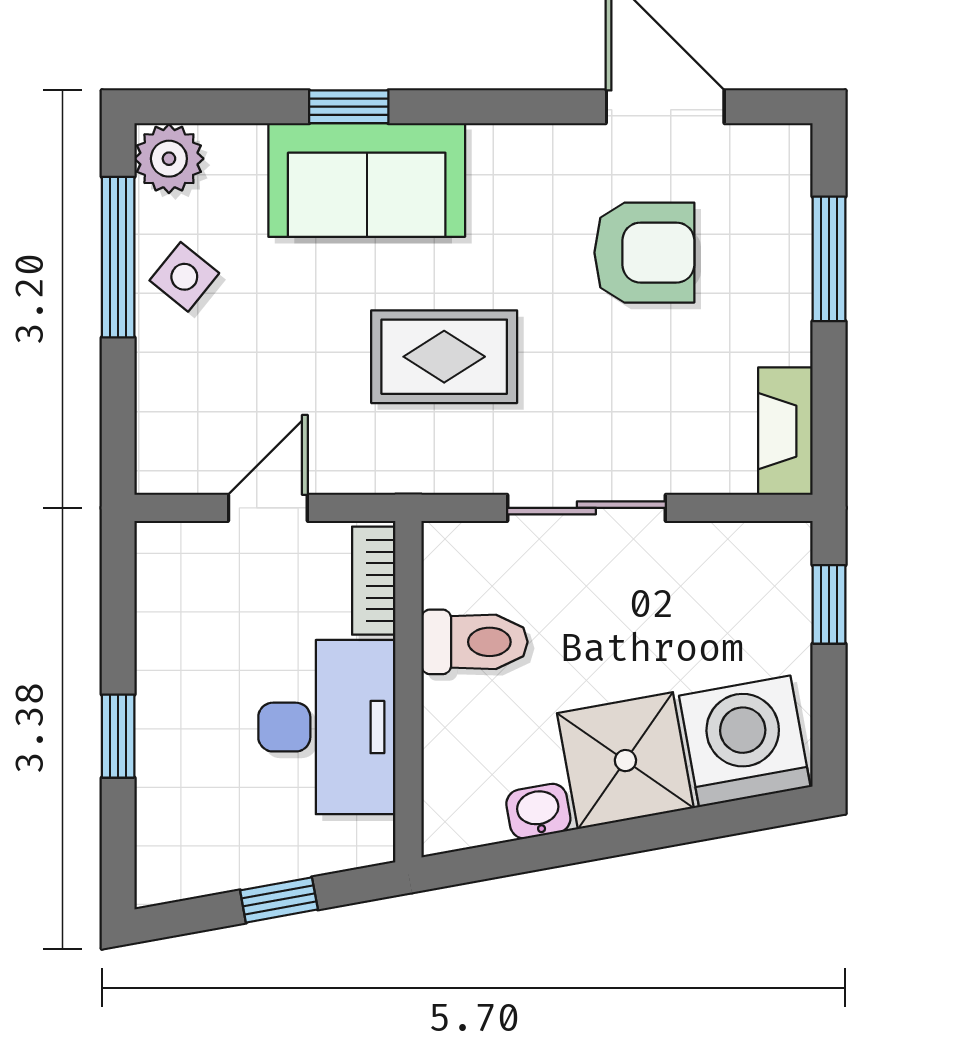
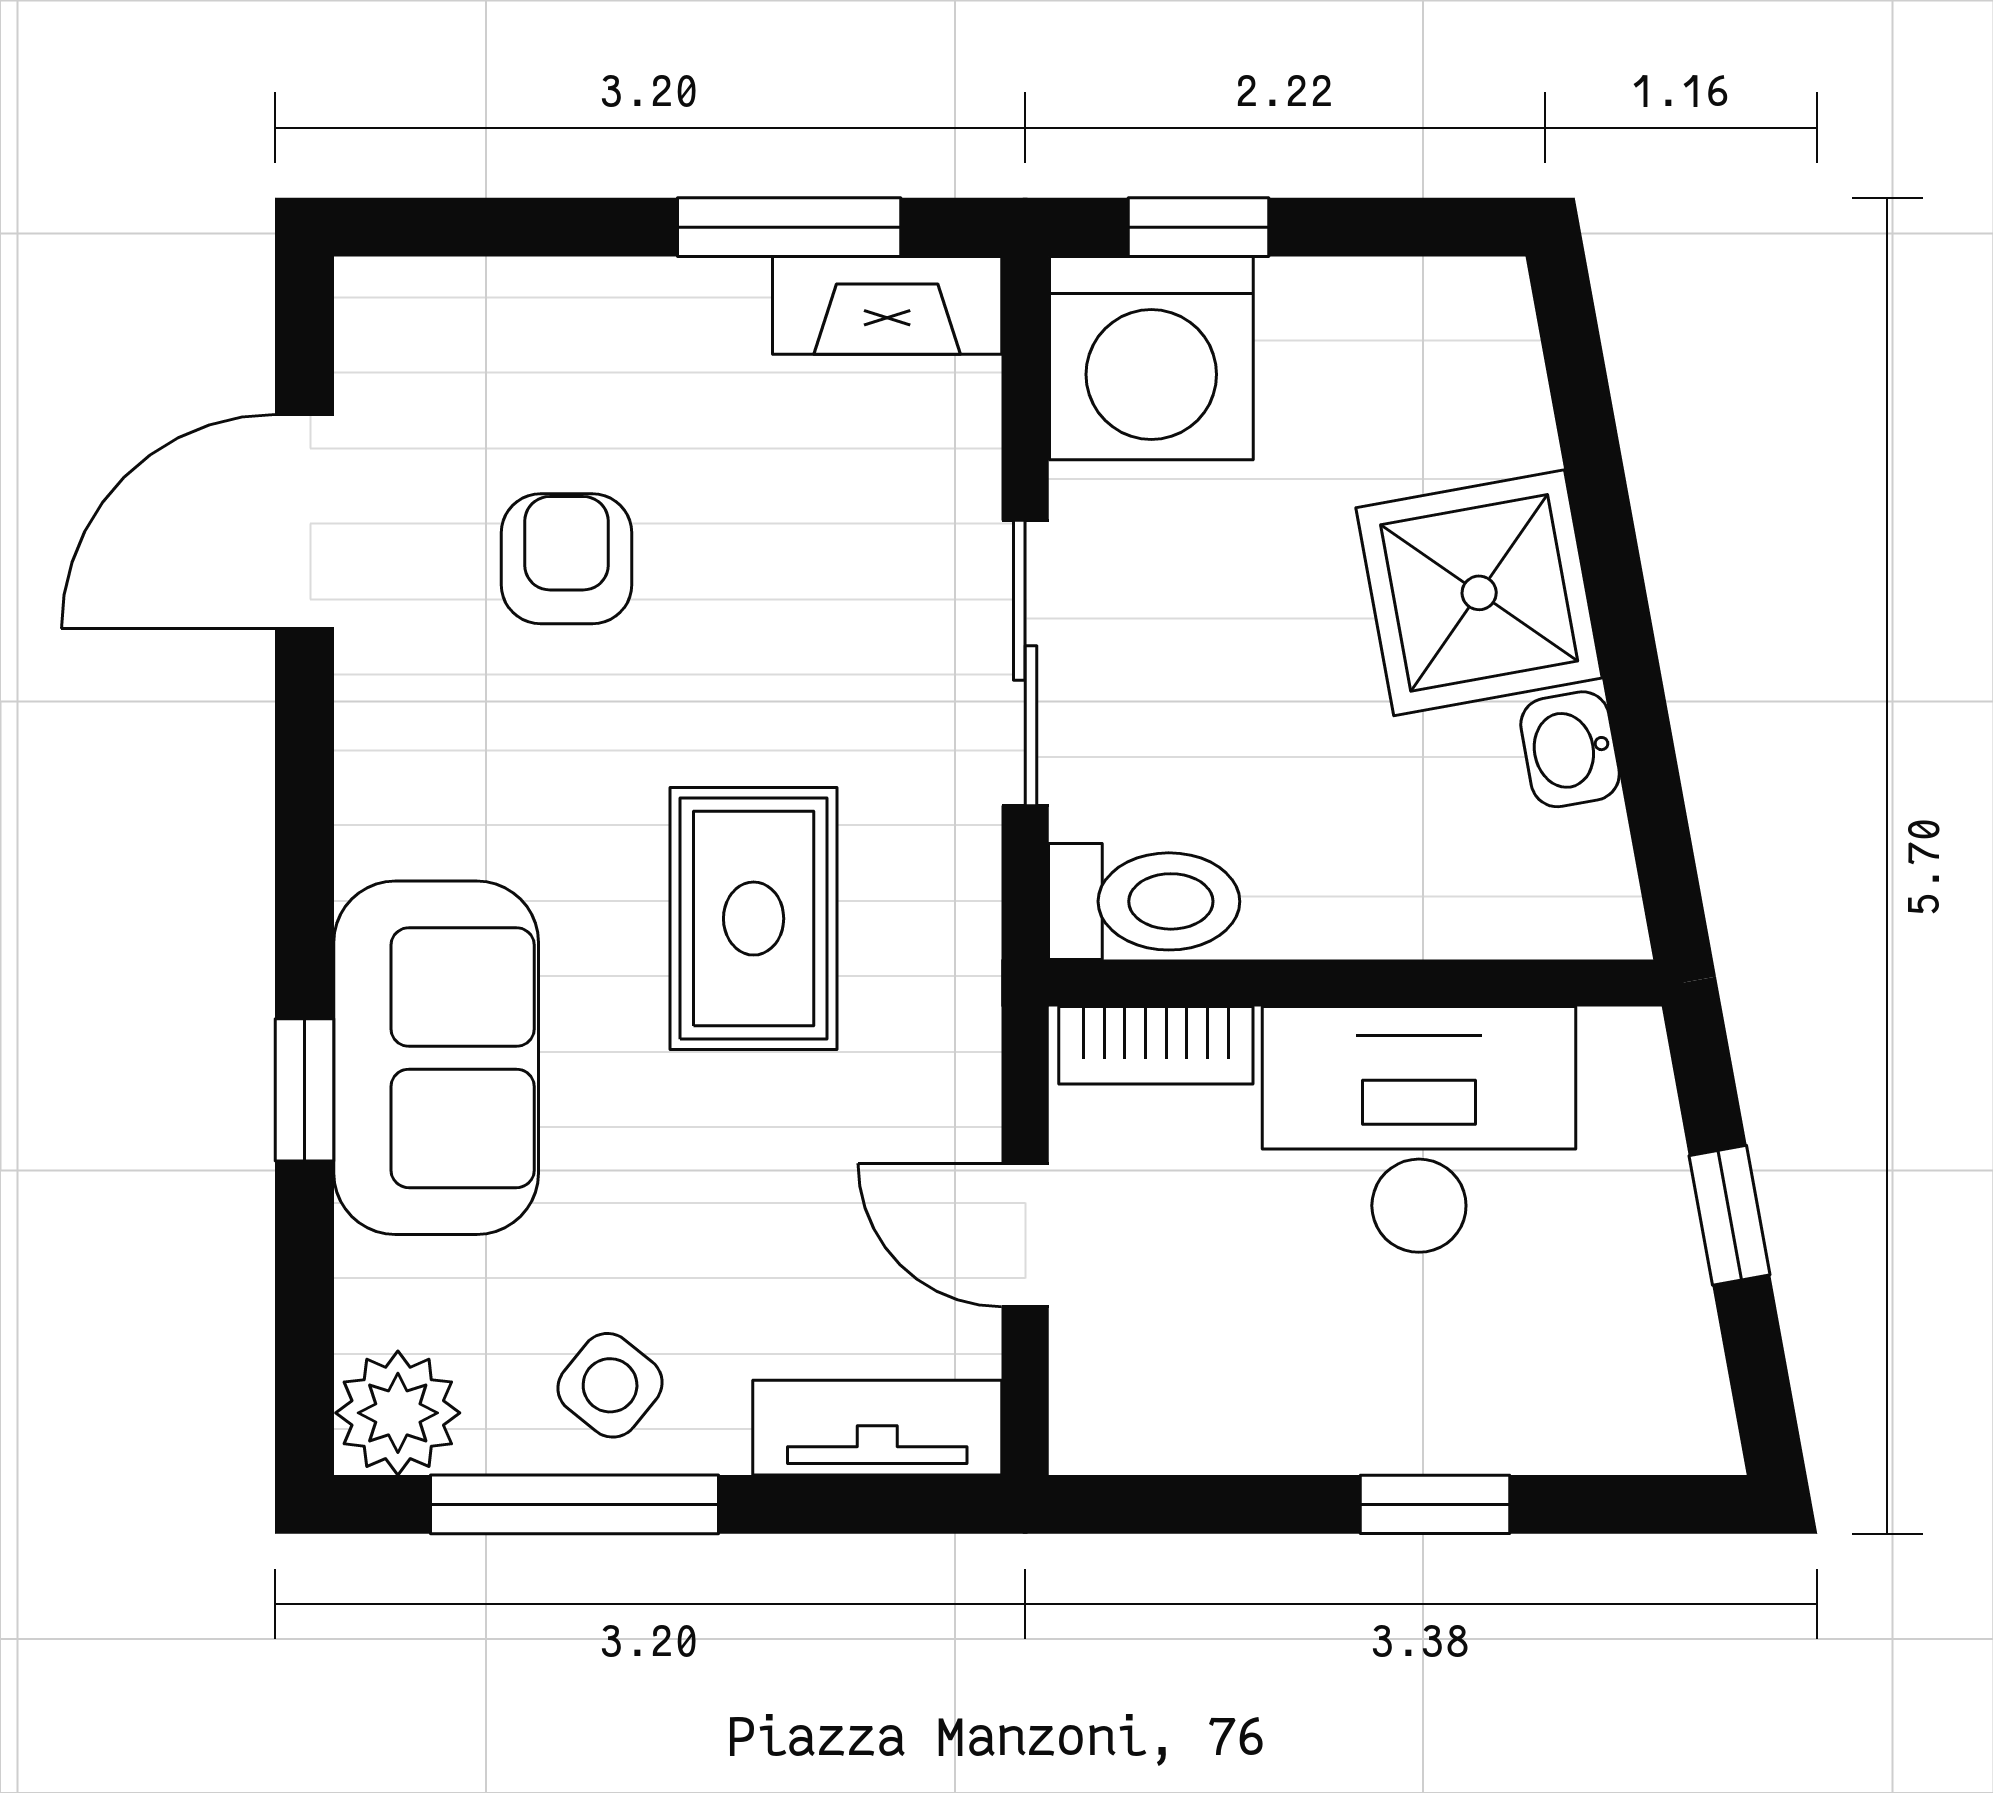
armchair: (644, 253) -> (566, 559), width x0.72, depth x0.72
window: (829, 259) -> (789, 227), moved
tv unit: (161, 426) -> (877, 1428), added
toilet: (475, 642) -> (1144, 901), moved, turned 90
washing machine: (745, 741) -> (1151, 358), moved, turned -80

